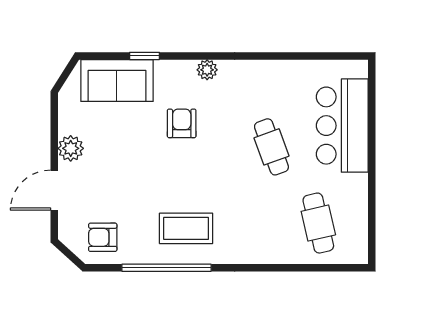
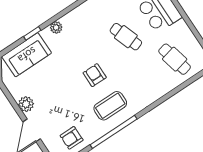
plant: (207, 70) -> (56, 27), moved
armchair: (182, 123) -> (95, 75), moved

